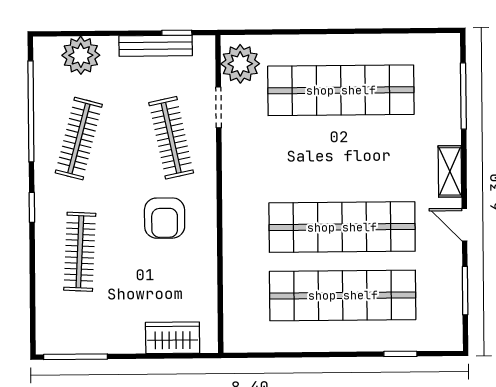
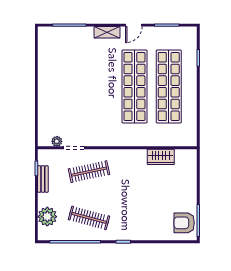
bench: (156, 46) -> (43, 179), width x0.73
plant: (240, 64) -> (57, 141), width x0.53, depth x0.53
shop shelf: (341, 90) -> (66, 86), removed
armchair: (165, 218) -> (184, 223), moved, turned 180
clothes rail: (80, 252) -> (146, 218), removed
wardrobe: (173, 338) -> (161, 157), moved, turned -90

